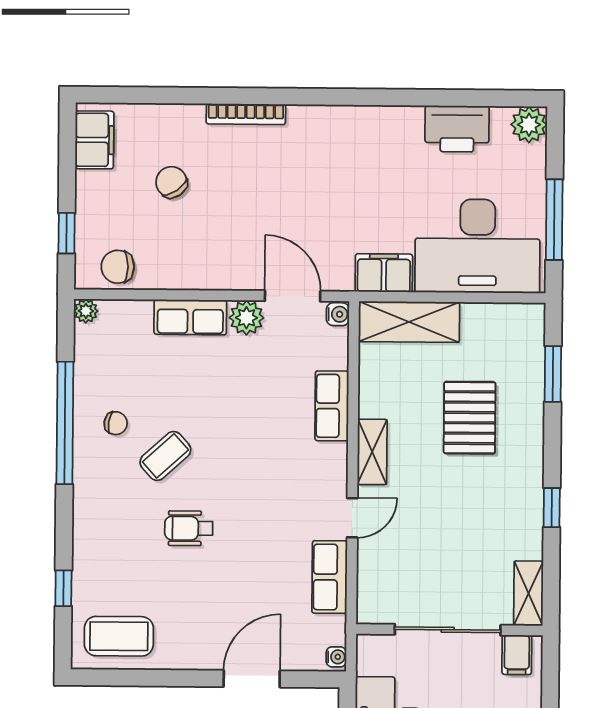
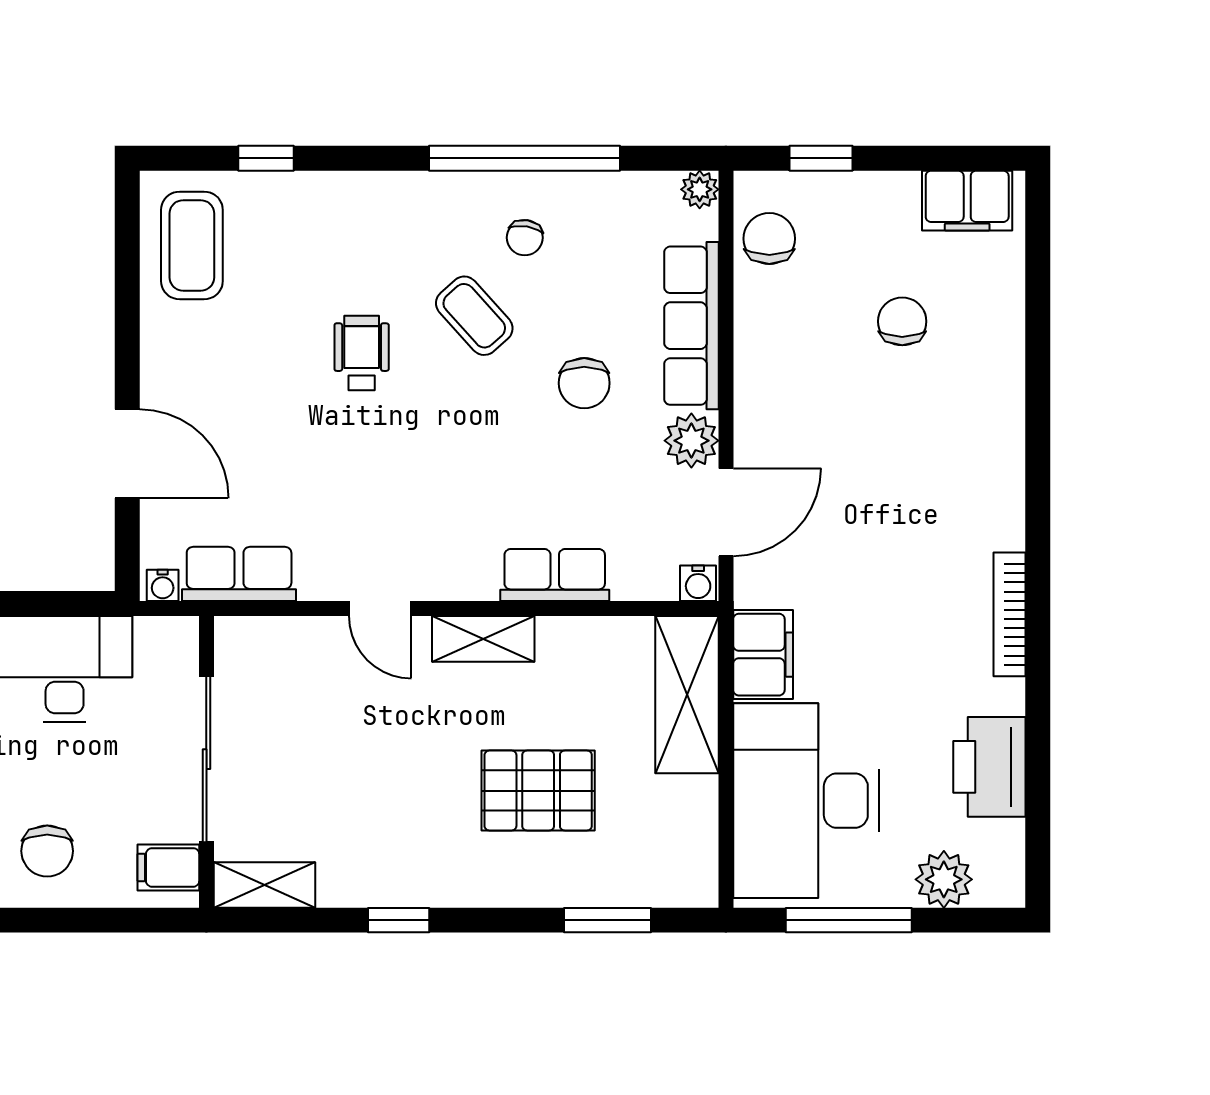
bookcase: (246, 114) -> (1009, 614), moved
plant: (529, 125) -> (944, 879), moved
chair: (171, 182) -> (902, 321), turned -55
row of seats: (190, 317) -> (691, 326), width x1.48
chair: (209, 386) -> (584, 383), added
row of seats: (330, 577) -> (239, 574), moved

